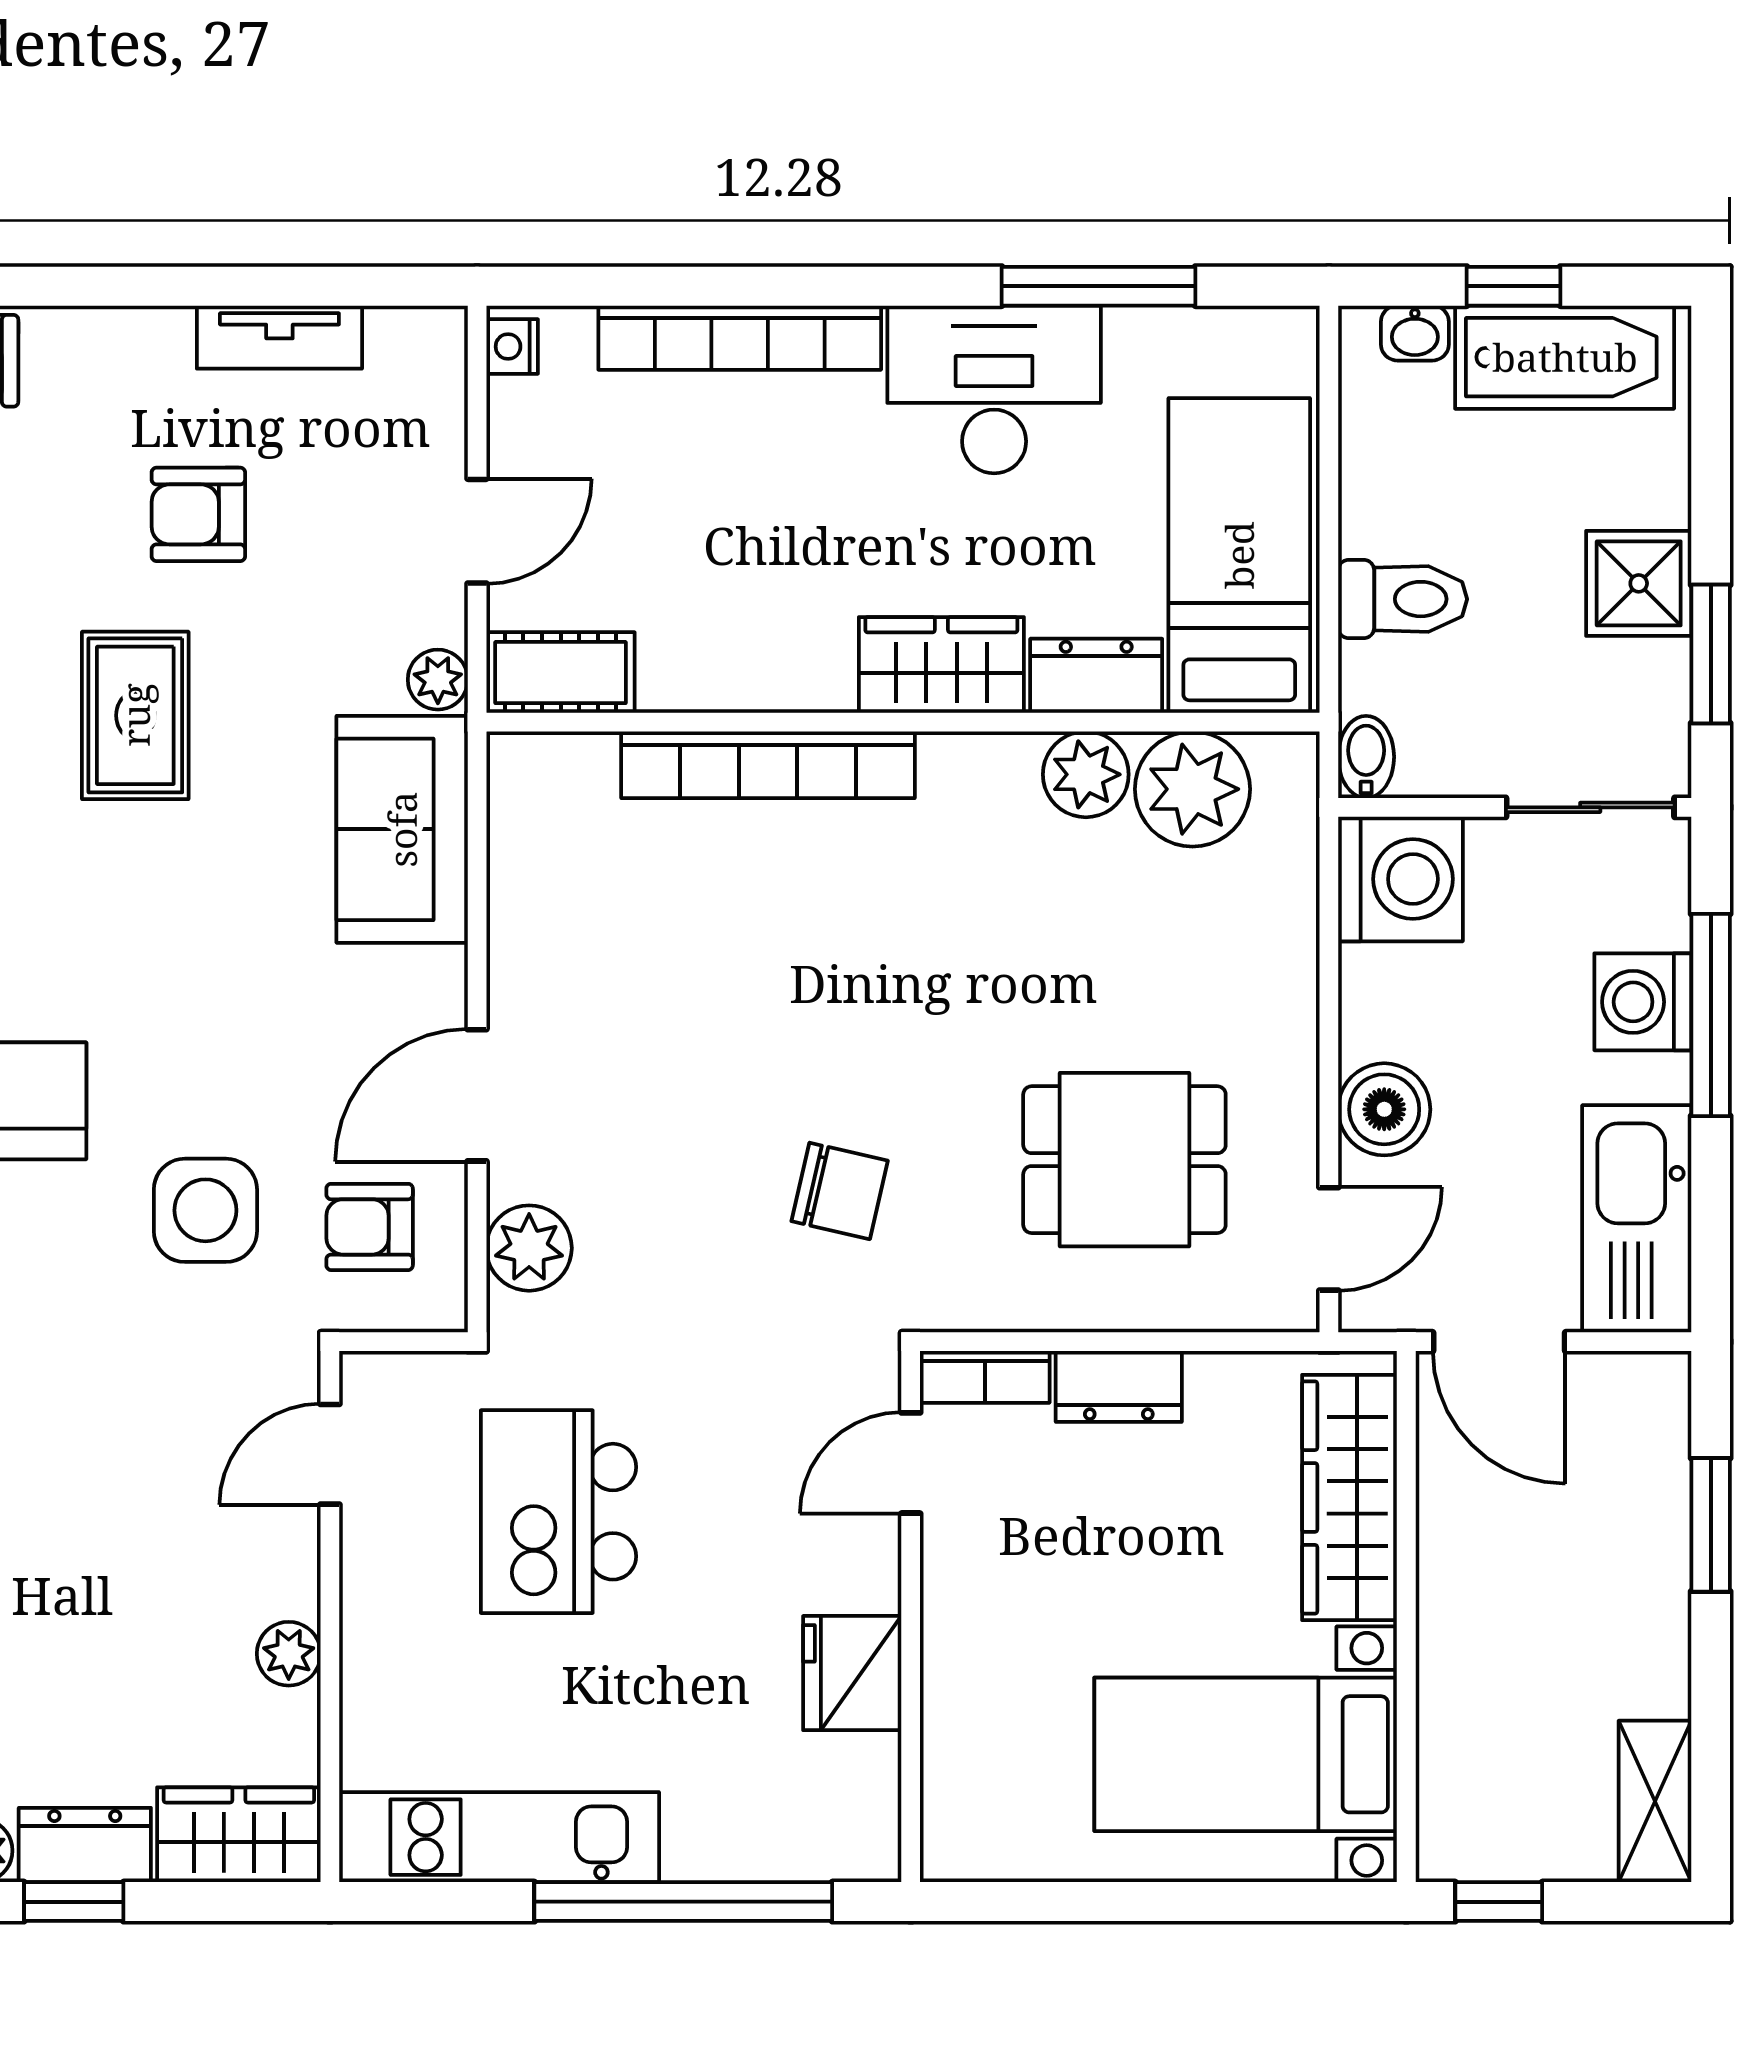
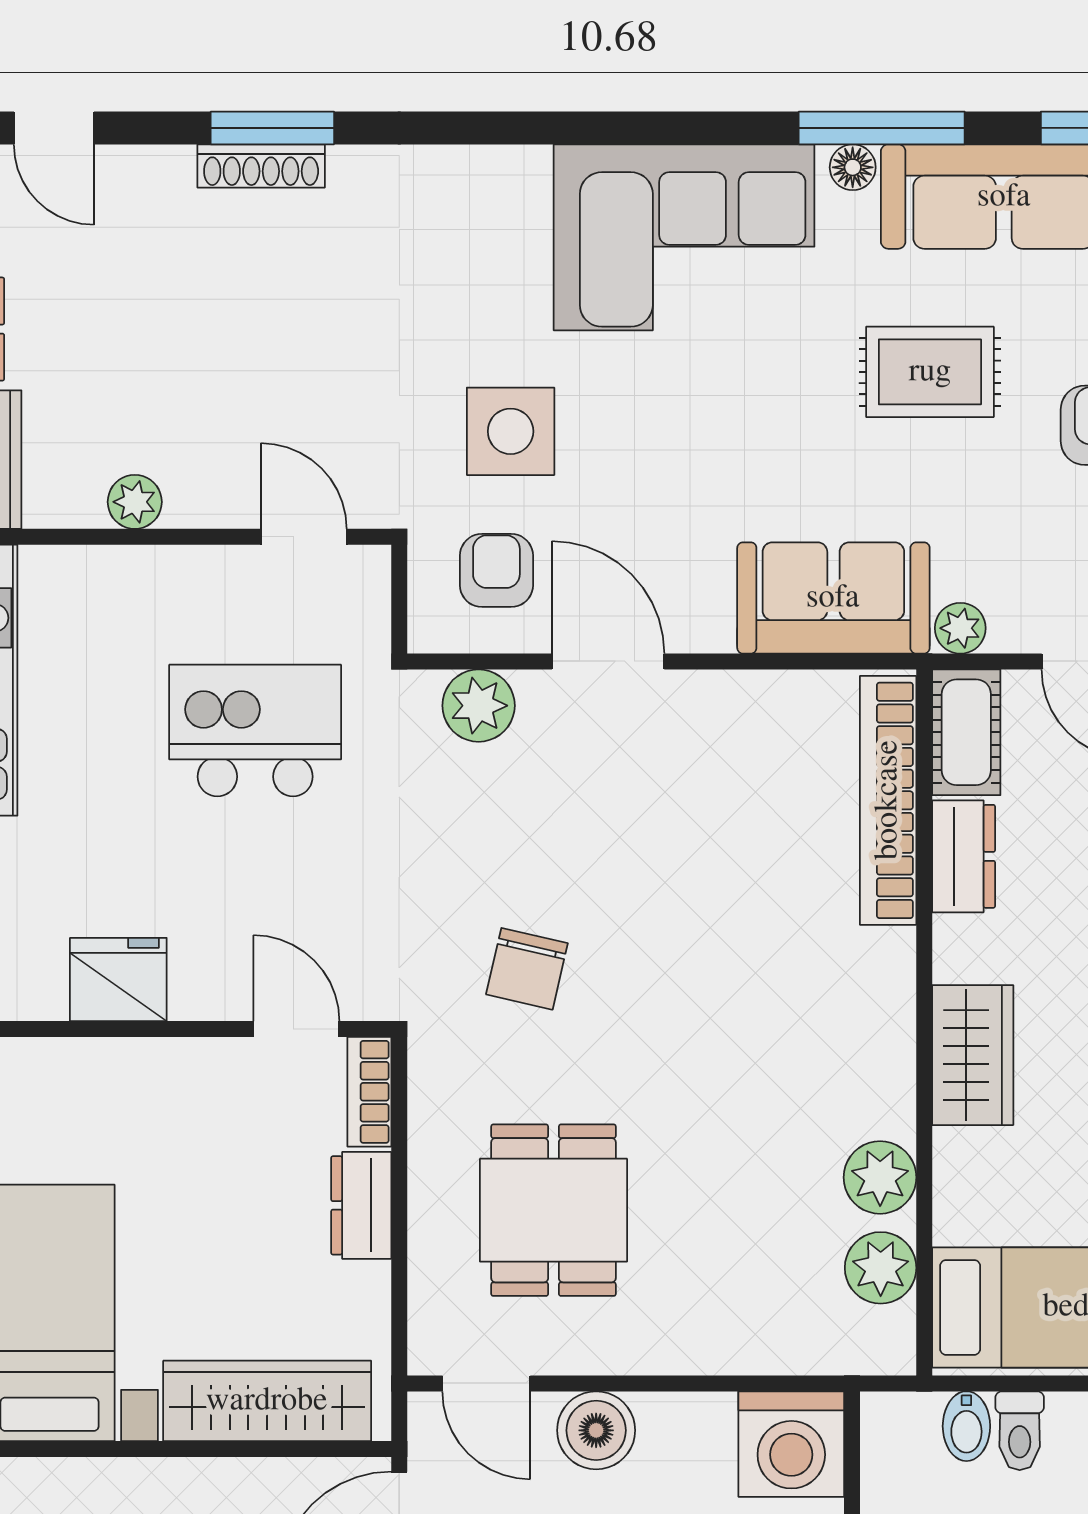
toilet: (1403, 599) -> (1020, 1431), width x0.73, depth x0.72
dresser: (1096, 676) -> (964, 856), moved
bidet: (1366, 757) -> (966, 1426), moved, turned 90
bookcase: (768, 765) -> (888, 800), moved
plant: (1192, 789) -> (881, 1268), width x0.73, depth x0.73

